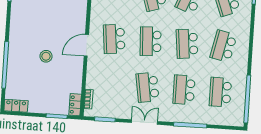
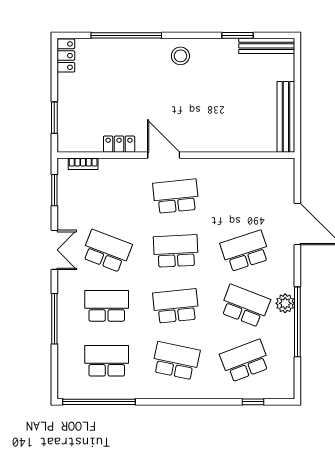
stool: (46, 56) -> (180, 56), moved
school desk: (148, 87) -> (107, 251), turned 30
locker: (75, 105) -> (119, 144), moved

